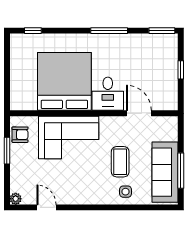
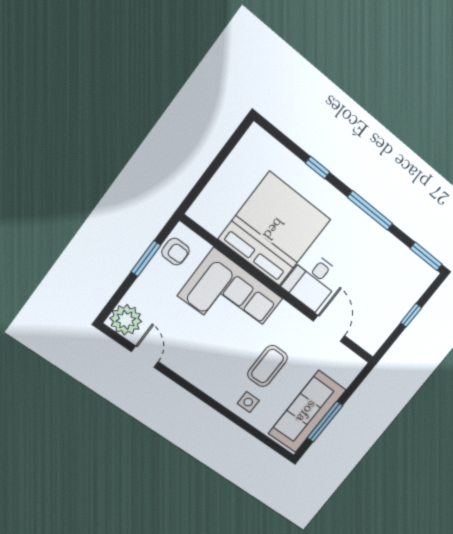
window: (33, 31) -> (318, 167), moved
plant: (16, 199) -> (126, 320), width x1.87, depth x1.87

